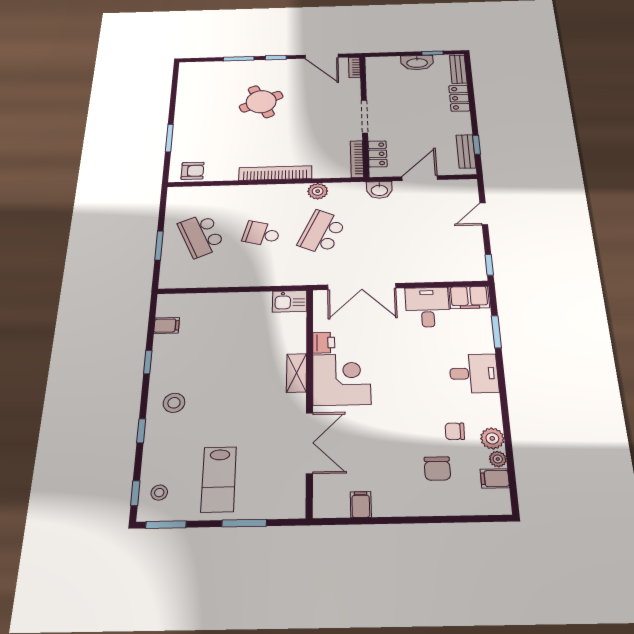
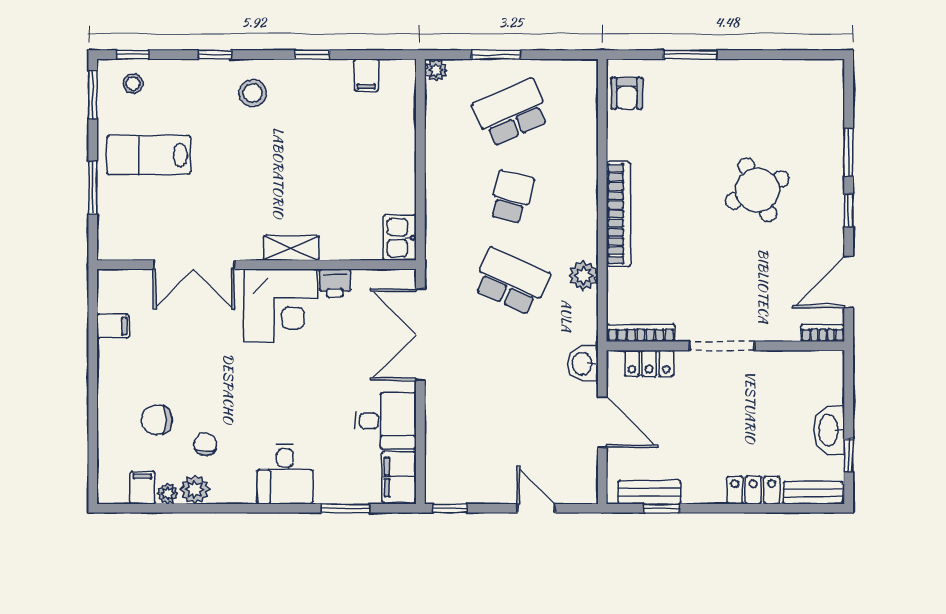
plant: (167, 281) -> (436, 70), added

